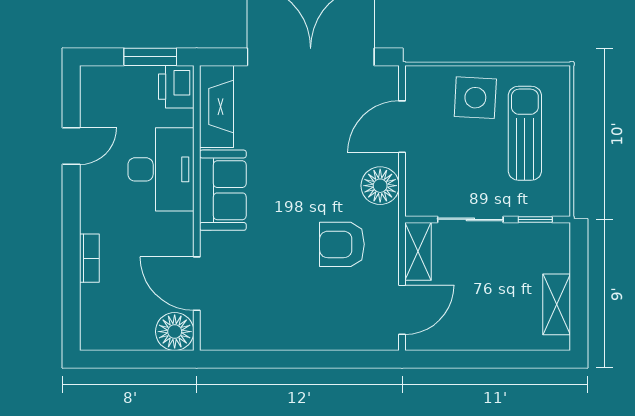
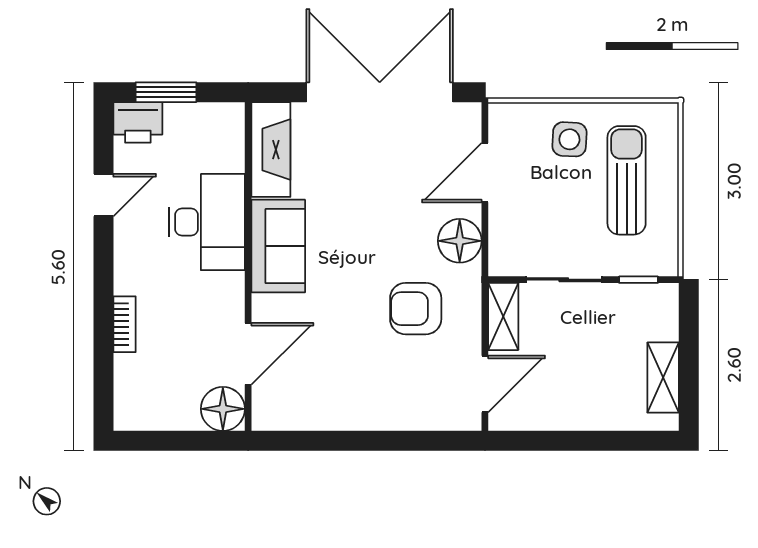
window: (150, 57) -> (166, 92), moved
printer: (176, 87) -> (138, 122), moved, turned -90
side table: (475, 98) -> (569, 139), width x0.73, depth x0.73
door: (197, 284) -> (248, 354), swing flipped

